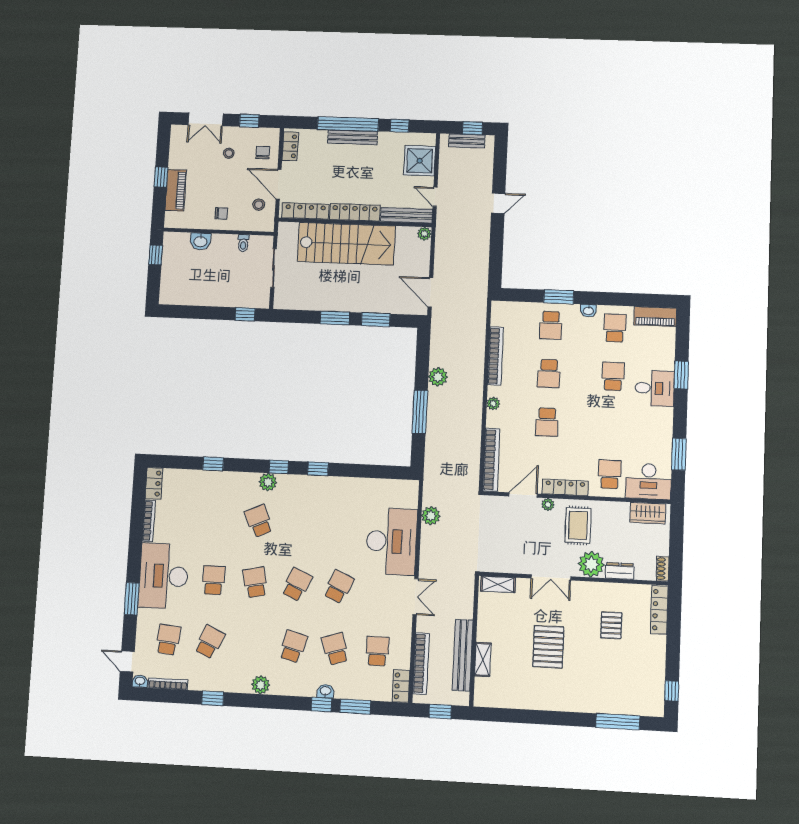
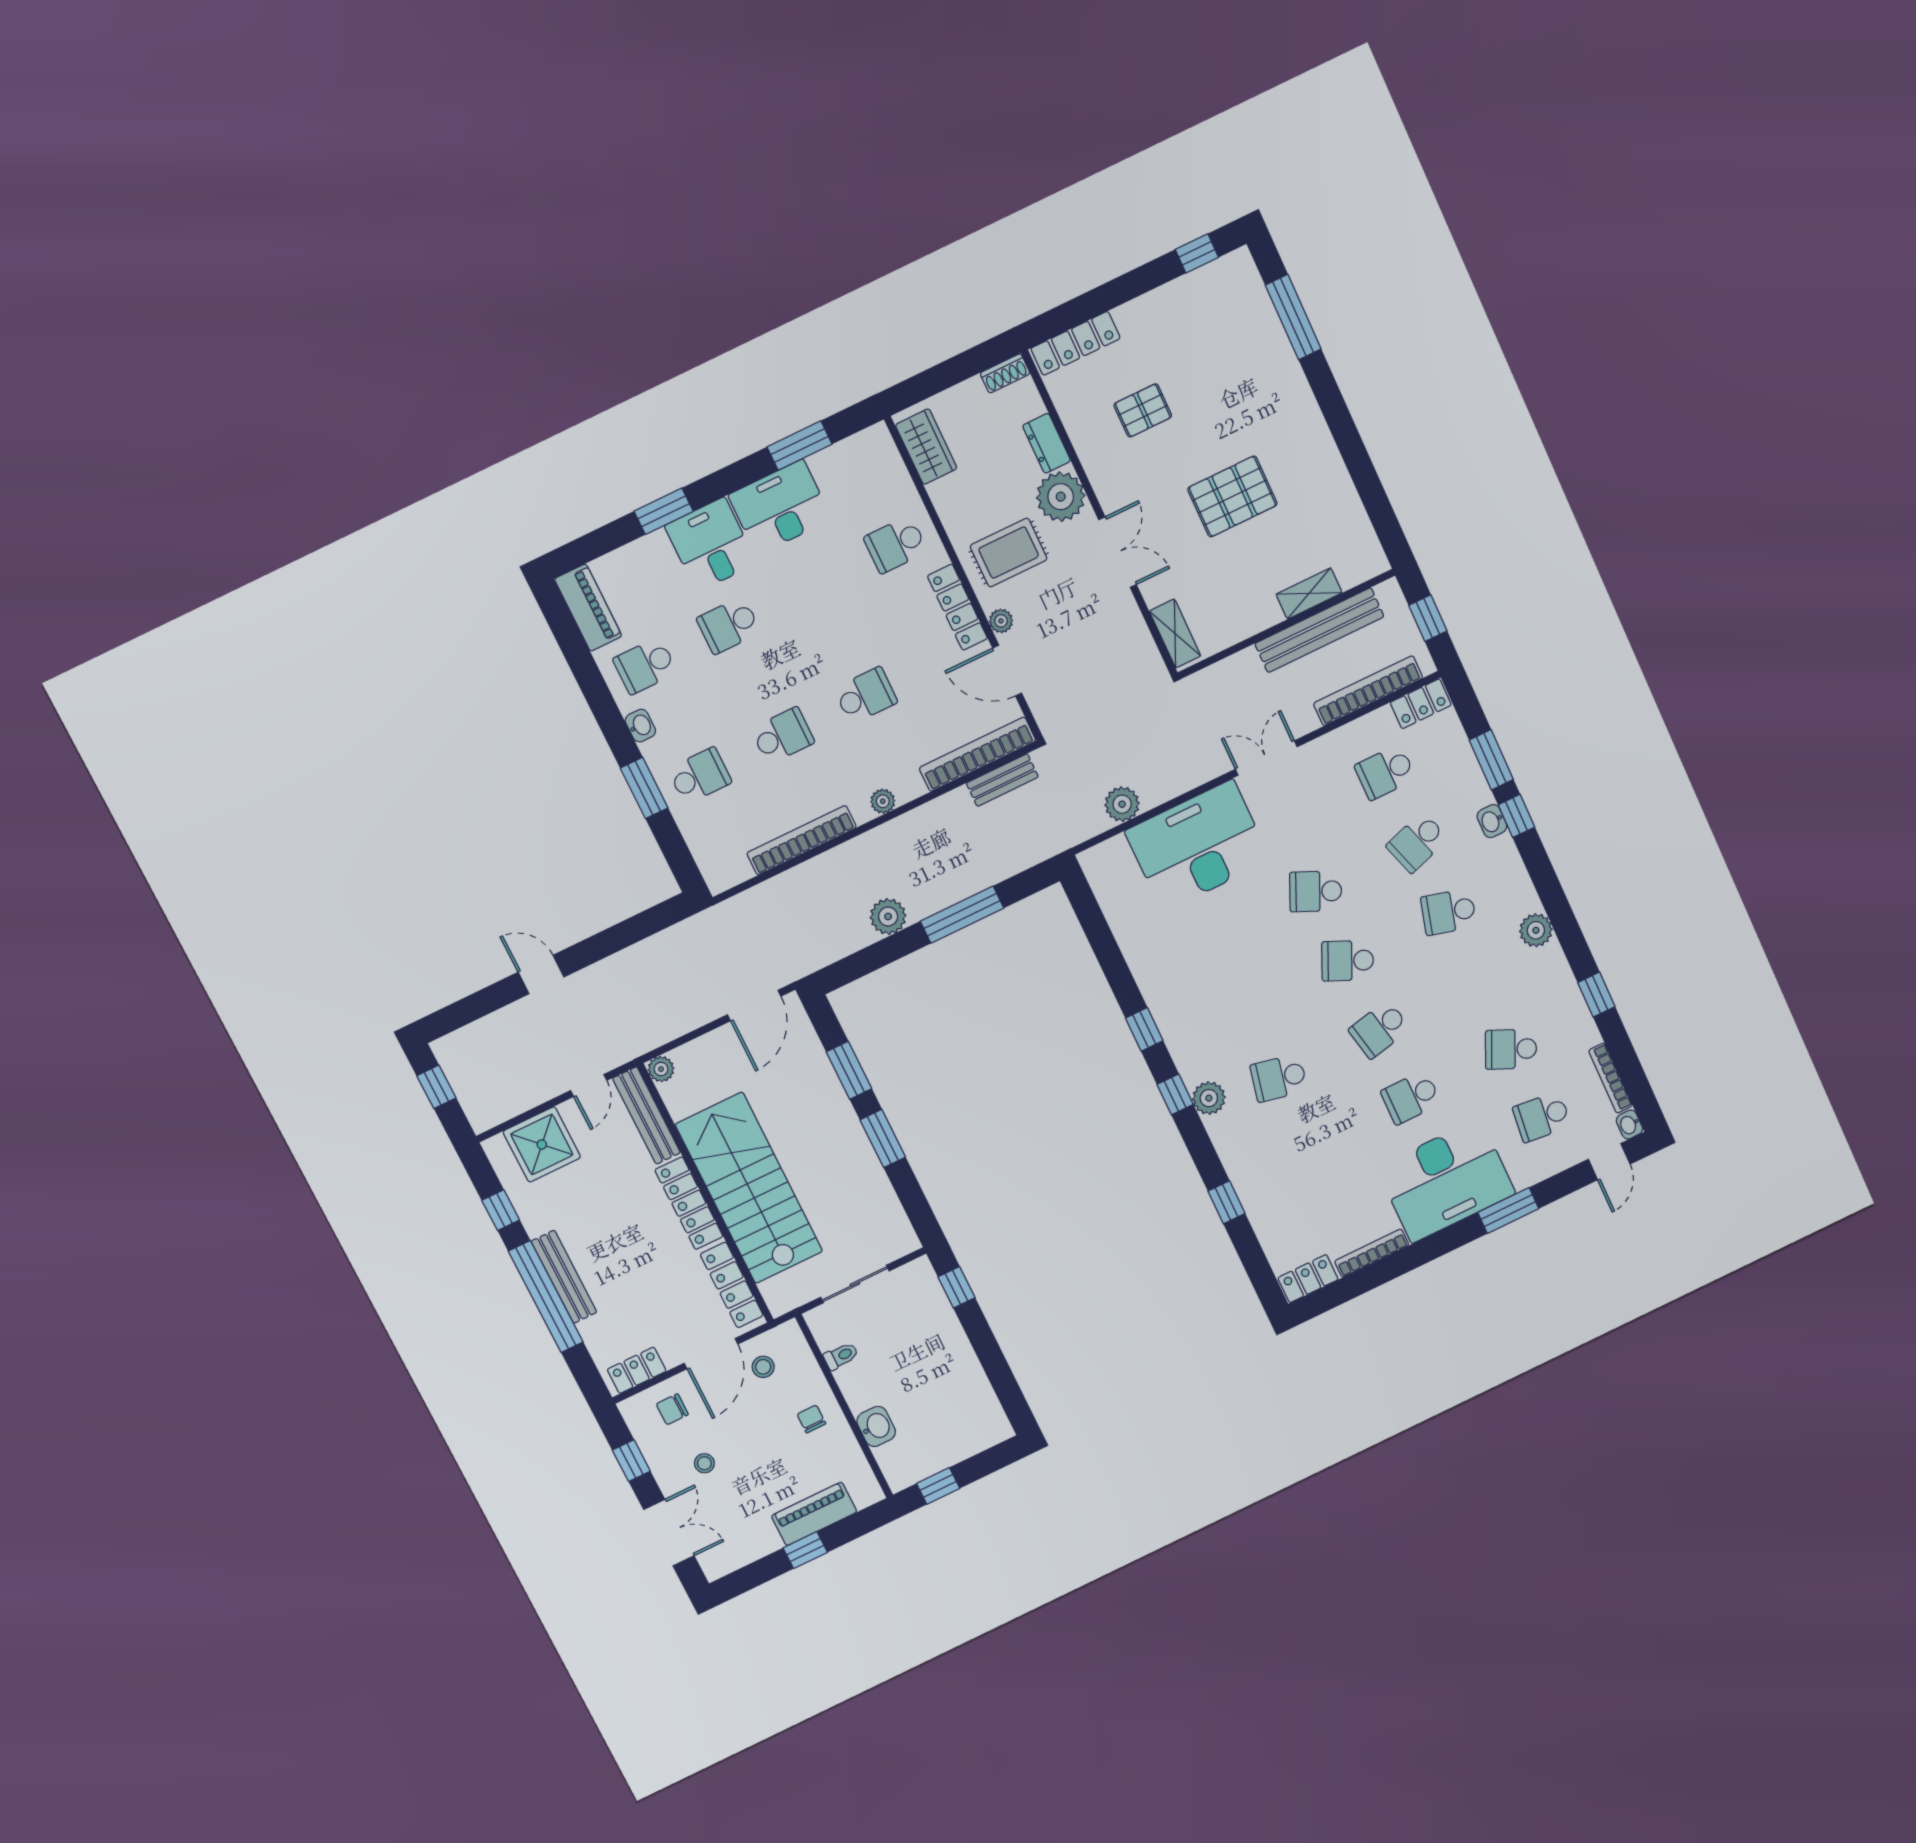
bench: (467, 141) -> (1002, 780), moved, turned 90
desk: (649, 481) -> (780, 507), moved, turned -90
school desk: (259, 521) -> (1279, 1078), turned 36

